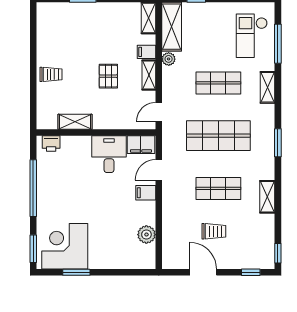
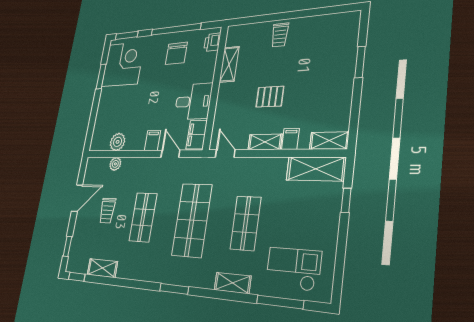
plant: (169, 59) -> (115, 164), moved
chair: (59, 183) -> (176, 53), added
shelving: (267, 197) -> (102, 268), moved

